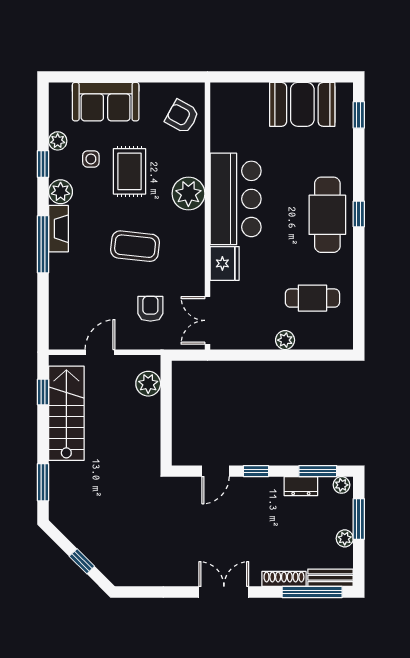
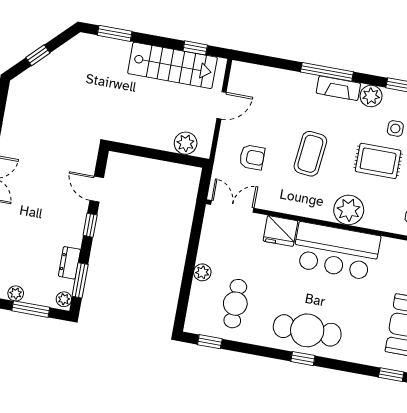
window: (359, 318) -> (210, 342), added
door: (100, 352) -> (221, 105), hinge flipped

